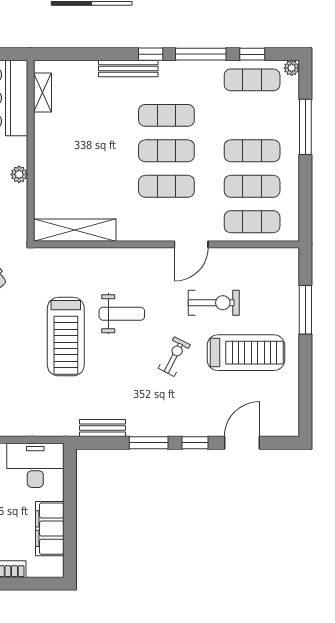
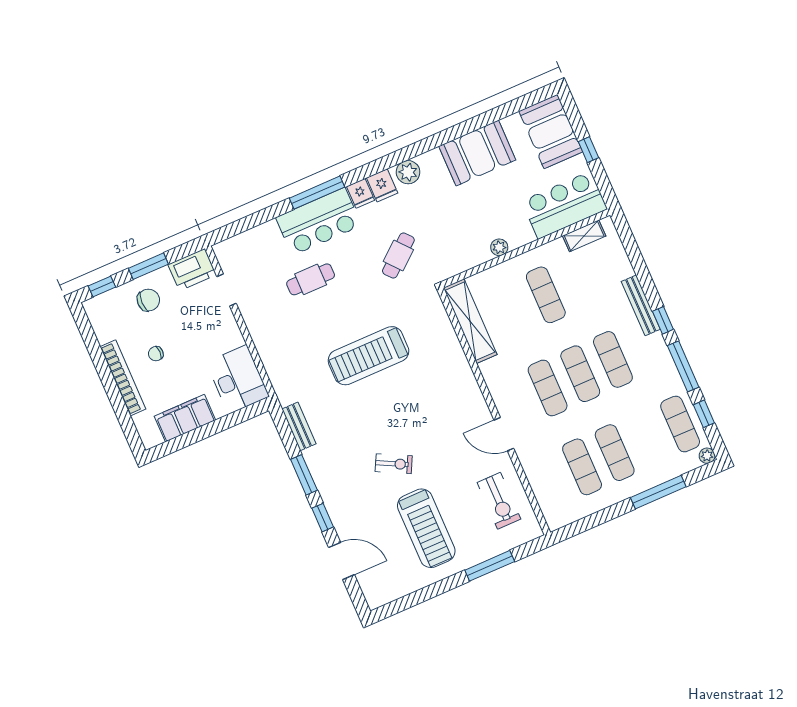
exercise mat: (252, 222) -> (546, 295), moved
exercise bike: (214, 303) -> (499, 501), moved
weight bench: (122, 314) -> (412, 398), removed

